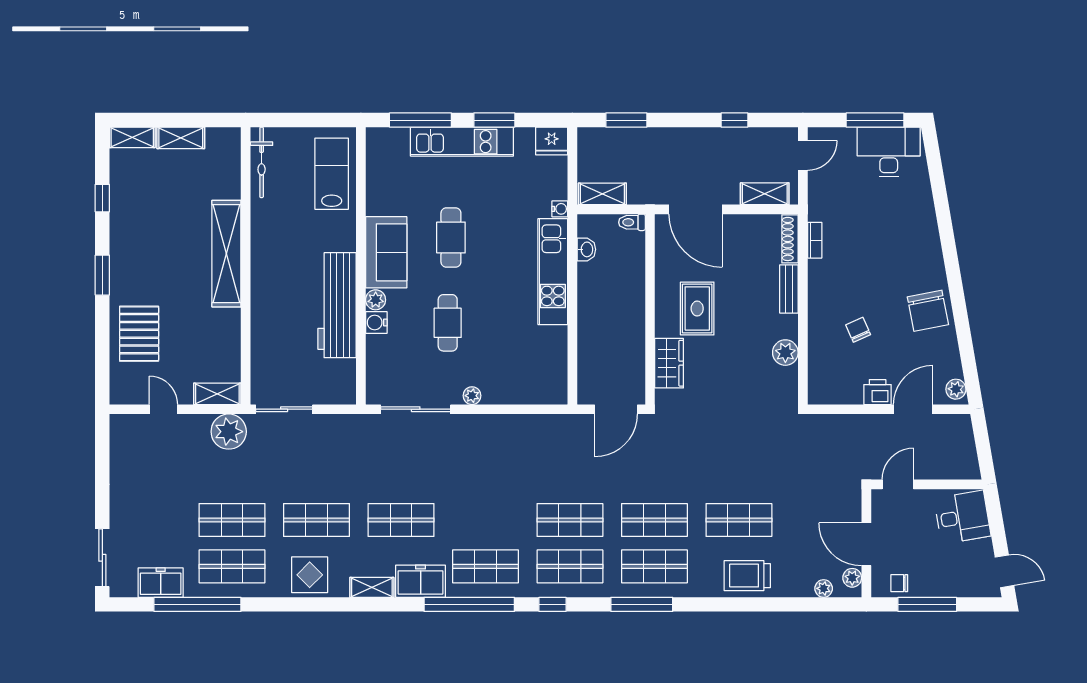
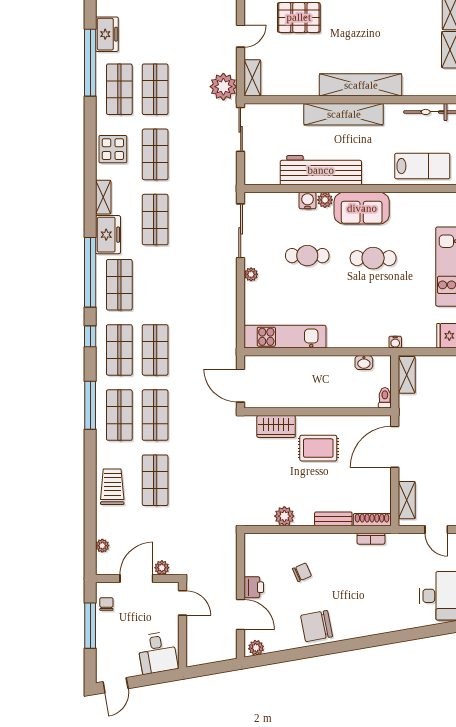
kitchen unit: (553, 272) -> (285, 337), moved
shelving: (264, 276) -> (344, 114), added
plant: (852, 578) -> (162, 568), moved

